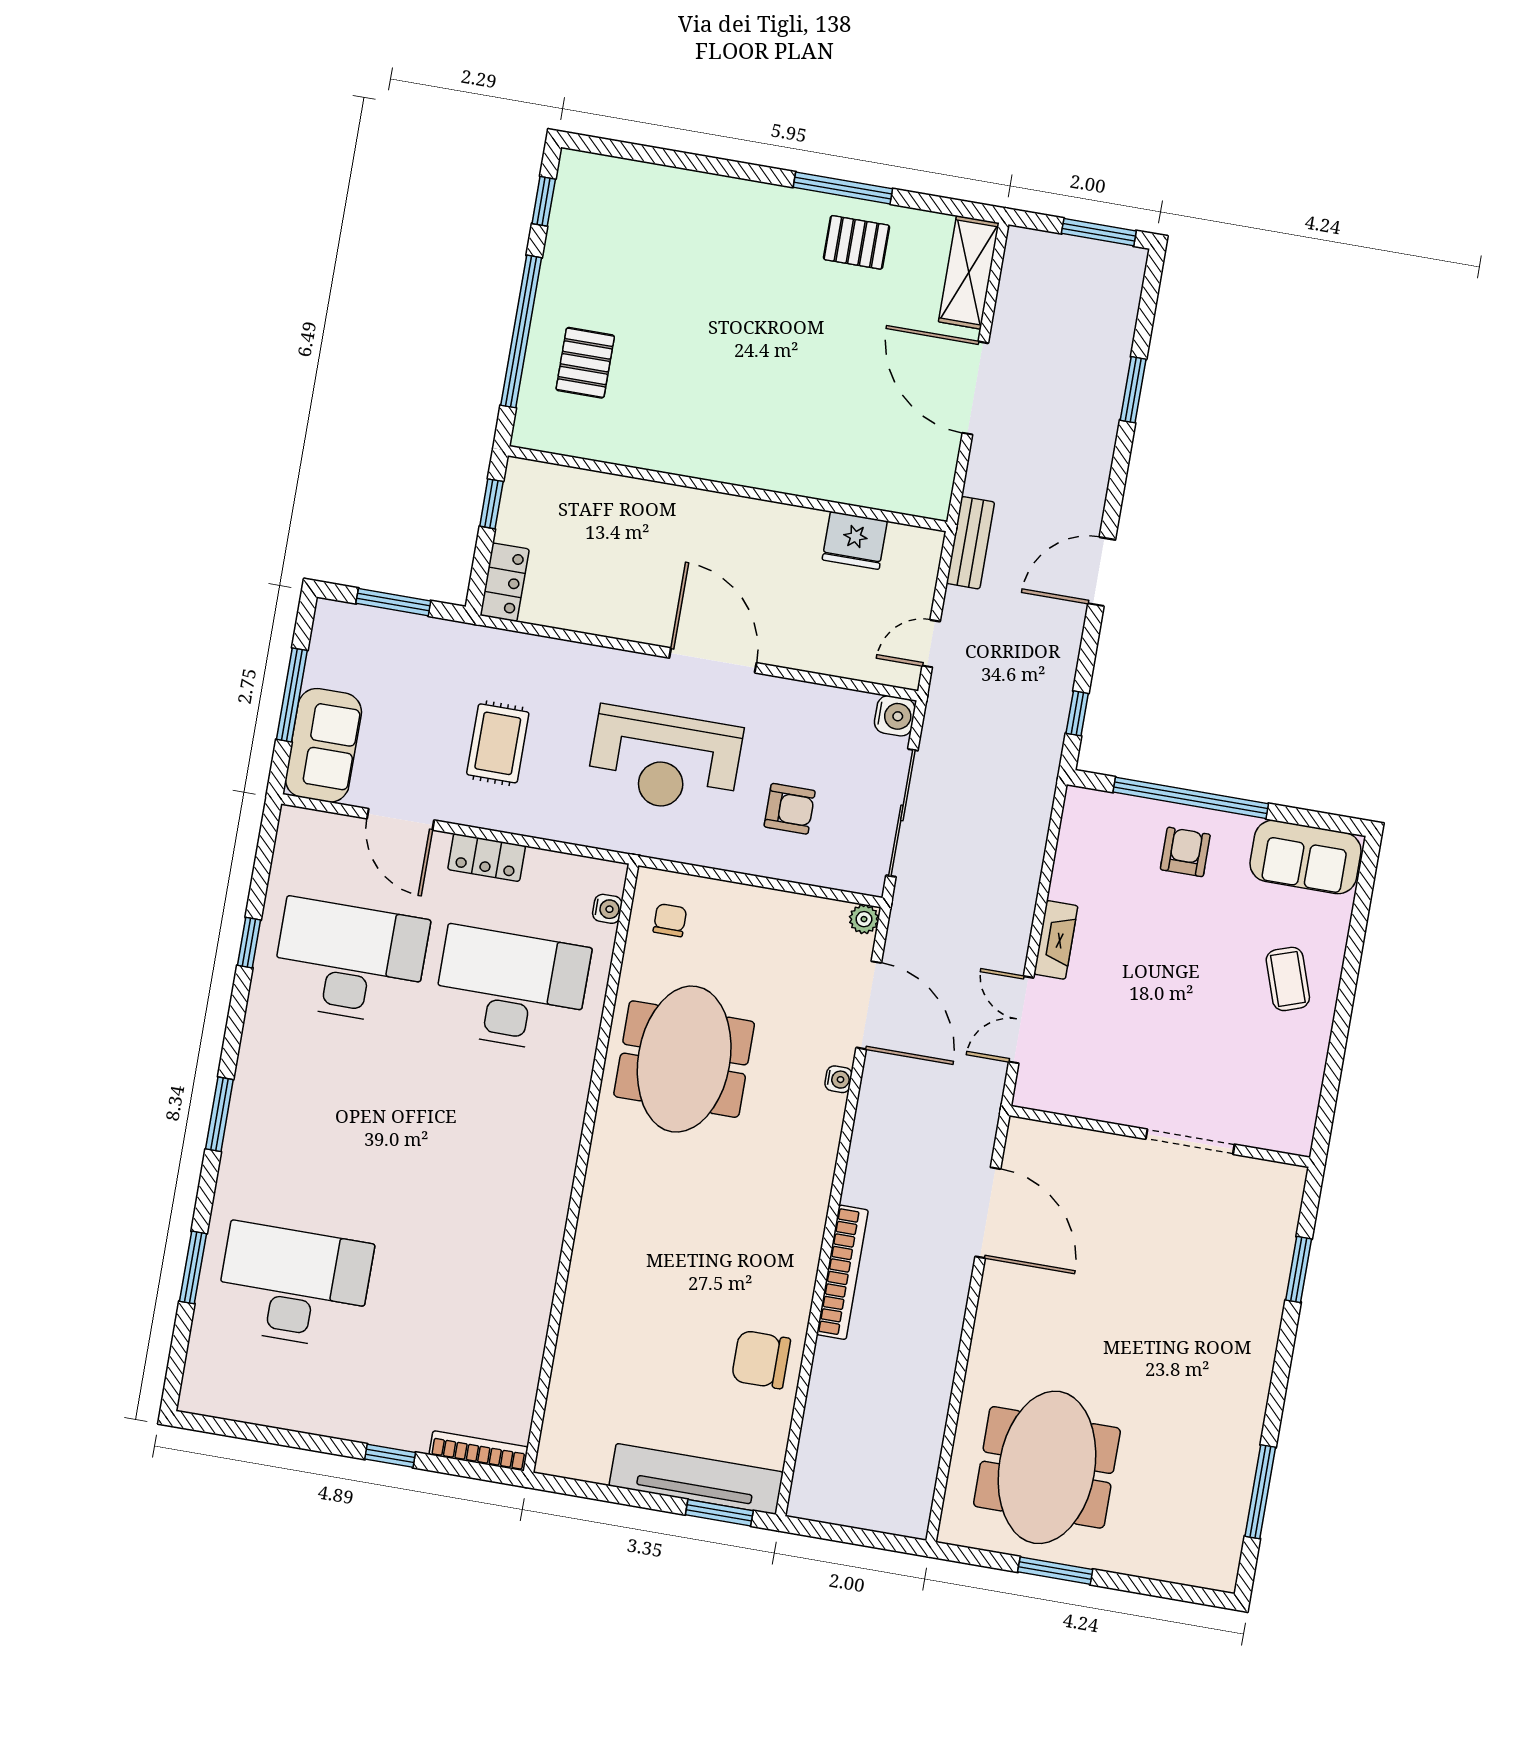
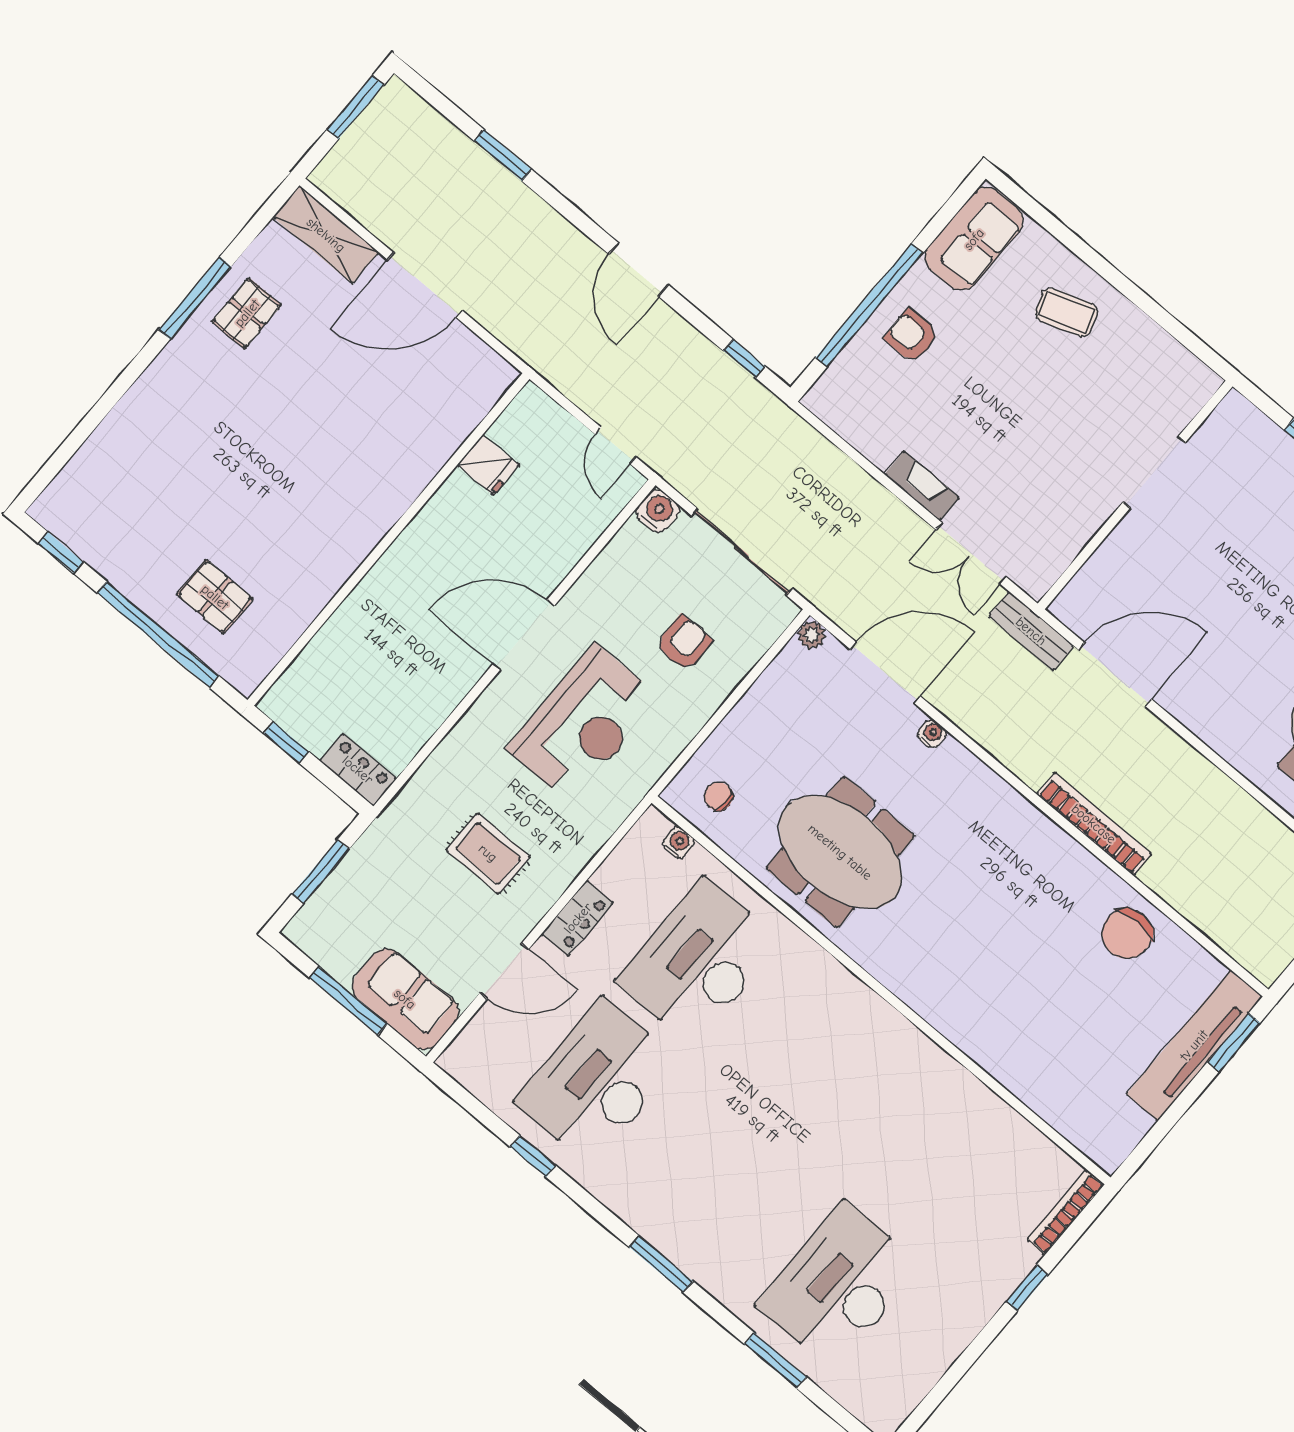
fridge: (855, 540) -> (488, 465), width x0.72
bench: (970, 543) -> (1031, 631), moved

